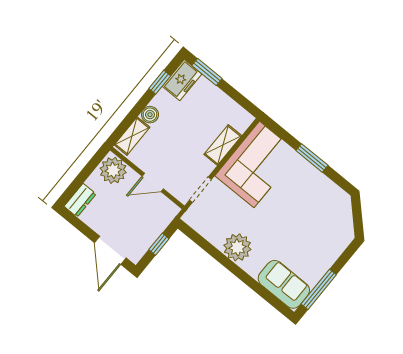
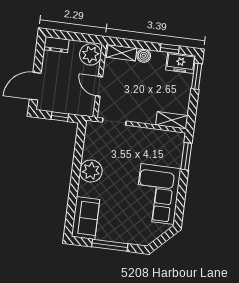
shelving: (223, 145) -> (172, 120), moved
window: (312, 158) -> (186, 156), moved
corner sofa: (257, 164) -> (158, 194), moved, turned 90
window: (319, 289) -> (110, 245), moved

